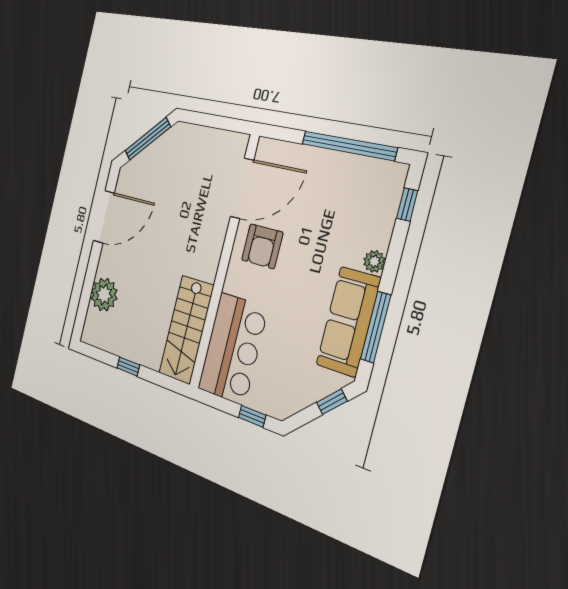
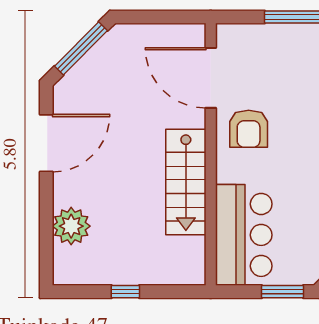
door: (242, 188) -> (211, 78), swing flipped
stairs: (186, 330) -> (186, 182), moved
window: (252, 416) -> (282, 292), width x1.50

